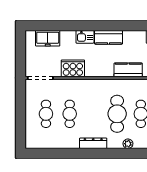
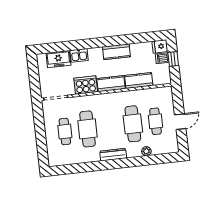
kitchen sink: (85, 37) -> (79, 55), moved
kitchen counter: (99, 70) -> (111, 84), added
cafe table: (70, 114) -> (88, 129), width x1.37, depth x1.35

